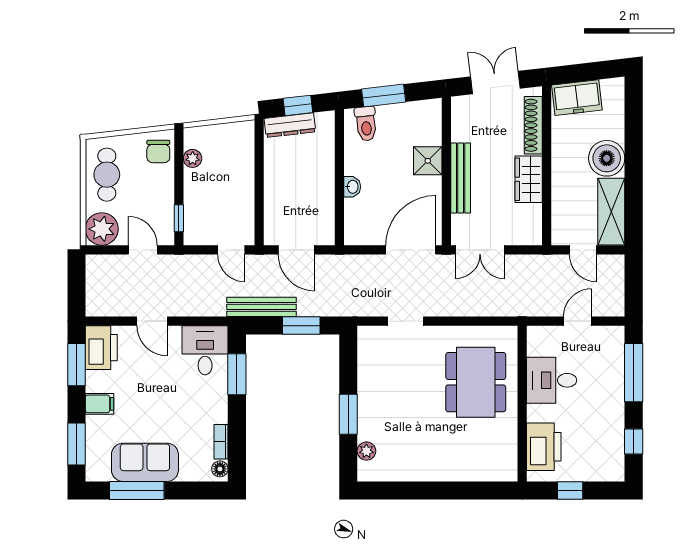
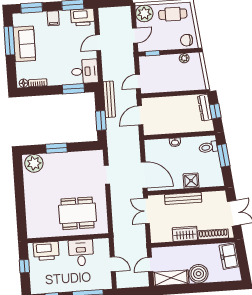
plant: (366, 451) -> (34, 163), width x1.88, depth x1.88

